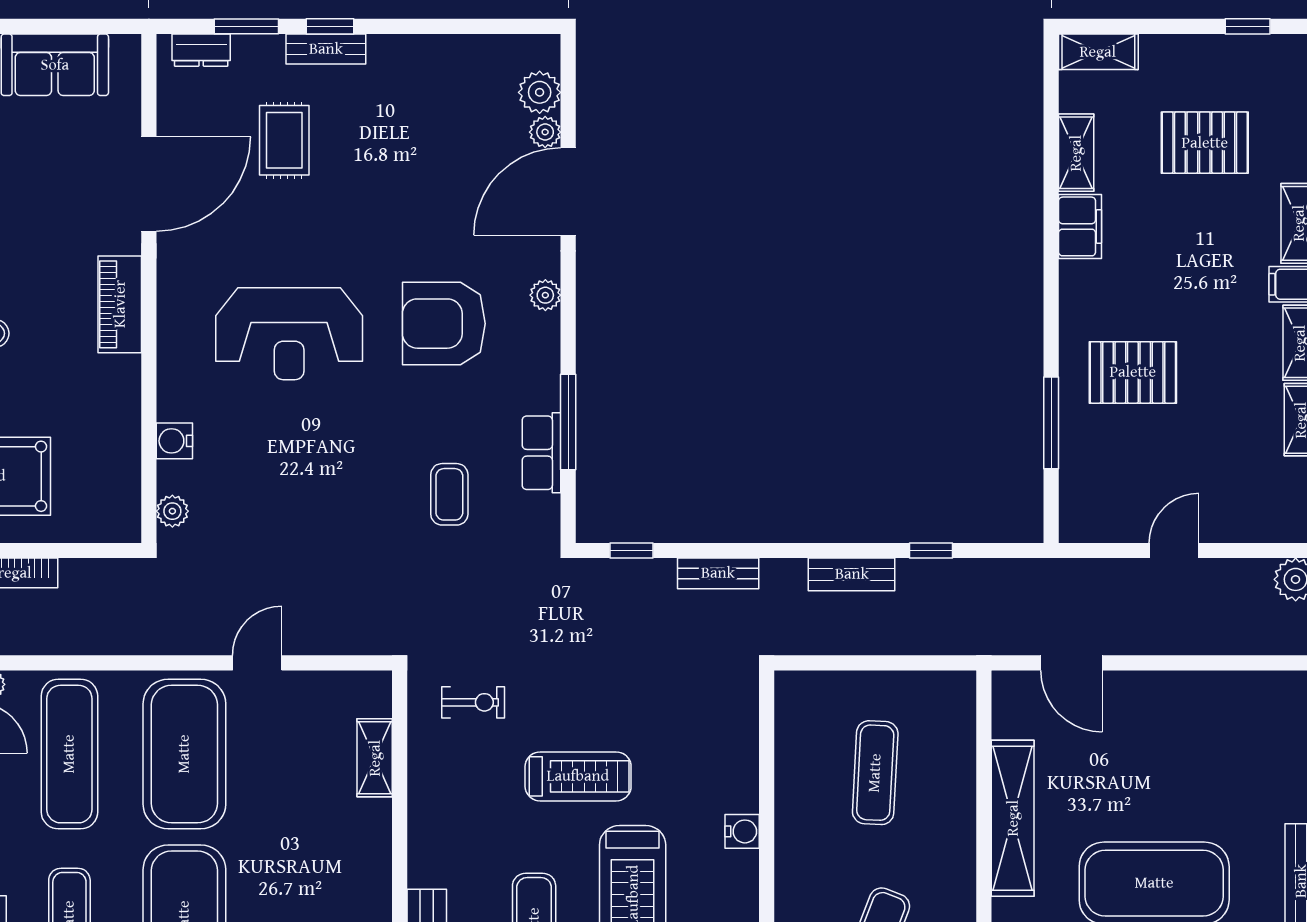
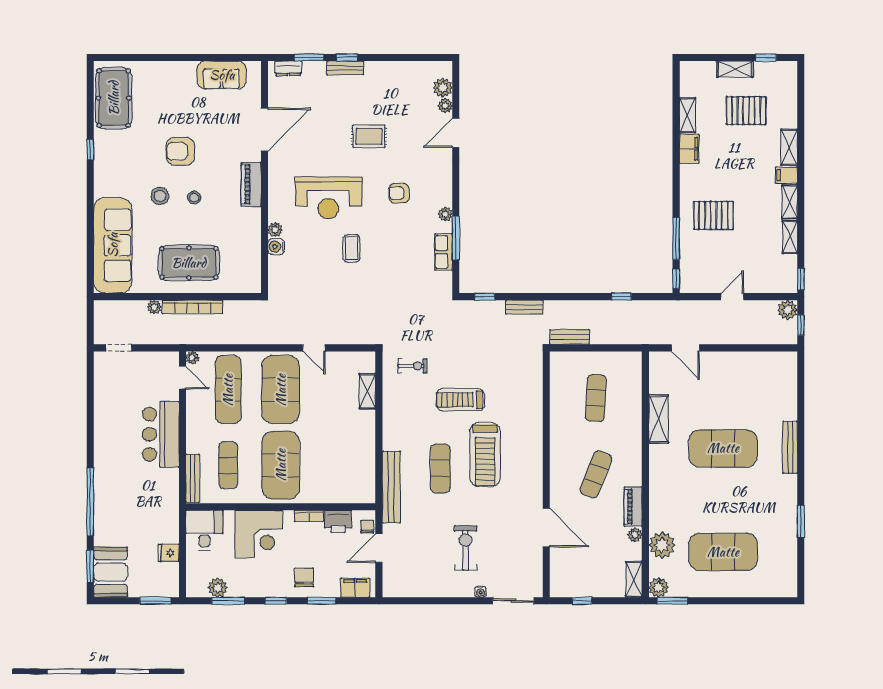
shelving: (1098, 52) -> (735, 69), moved
rug: (284, 140) -> (369, 136), moved, turned 90
door: (568, 192) -> (456, 133), width x0.73
plant: (545, 295) -> (445, 214), moved
armchair: (444, 324) -> (399, 193), width x0.53, depth x0.53
coffee table: (449, 494) -> (352, 248), moved
plant: (172, 511) -> (275, 230), moved
window: (1051, 511) -> (676, 279), added
bench: (852, 574) -> (570, 337), moved
door: (257, 663) -> (314, 348), swing flipped
treadmill: (578, 776) -> (460, 400), turned 180
shelving: (1013, 818) -> (659, 419), width x0.68
water cooler: (742, 831) -> (535, 425), removed

